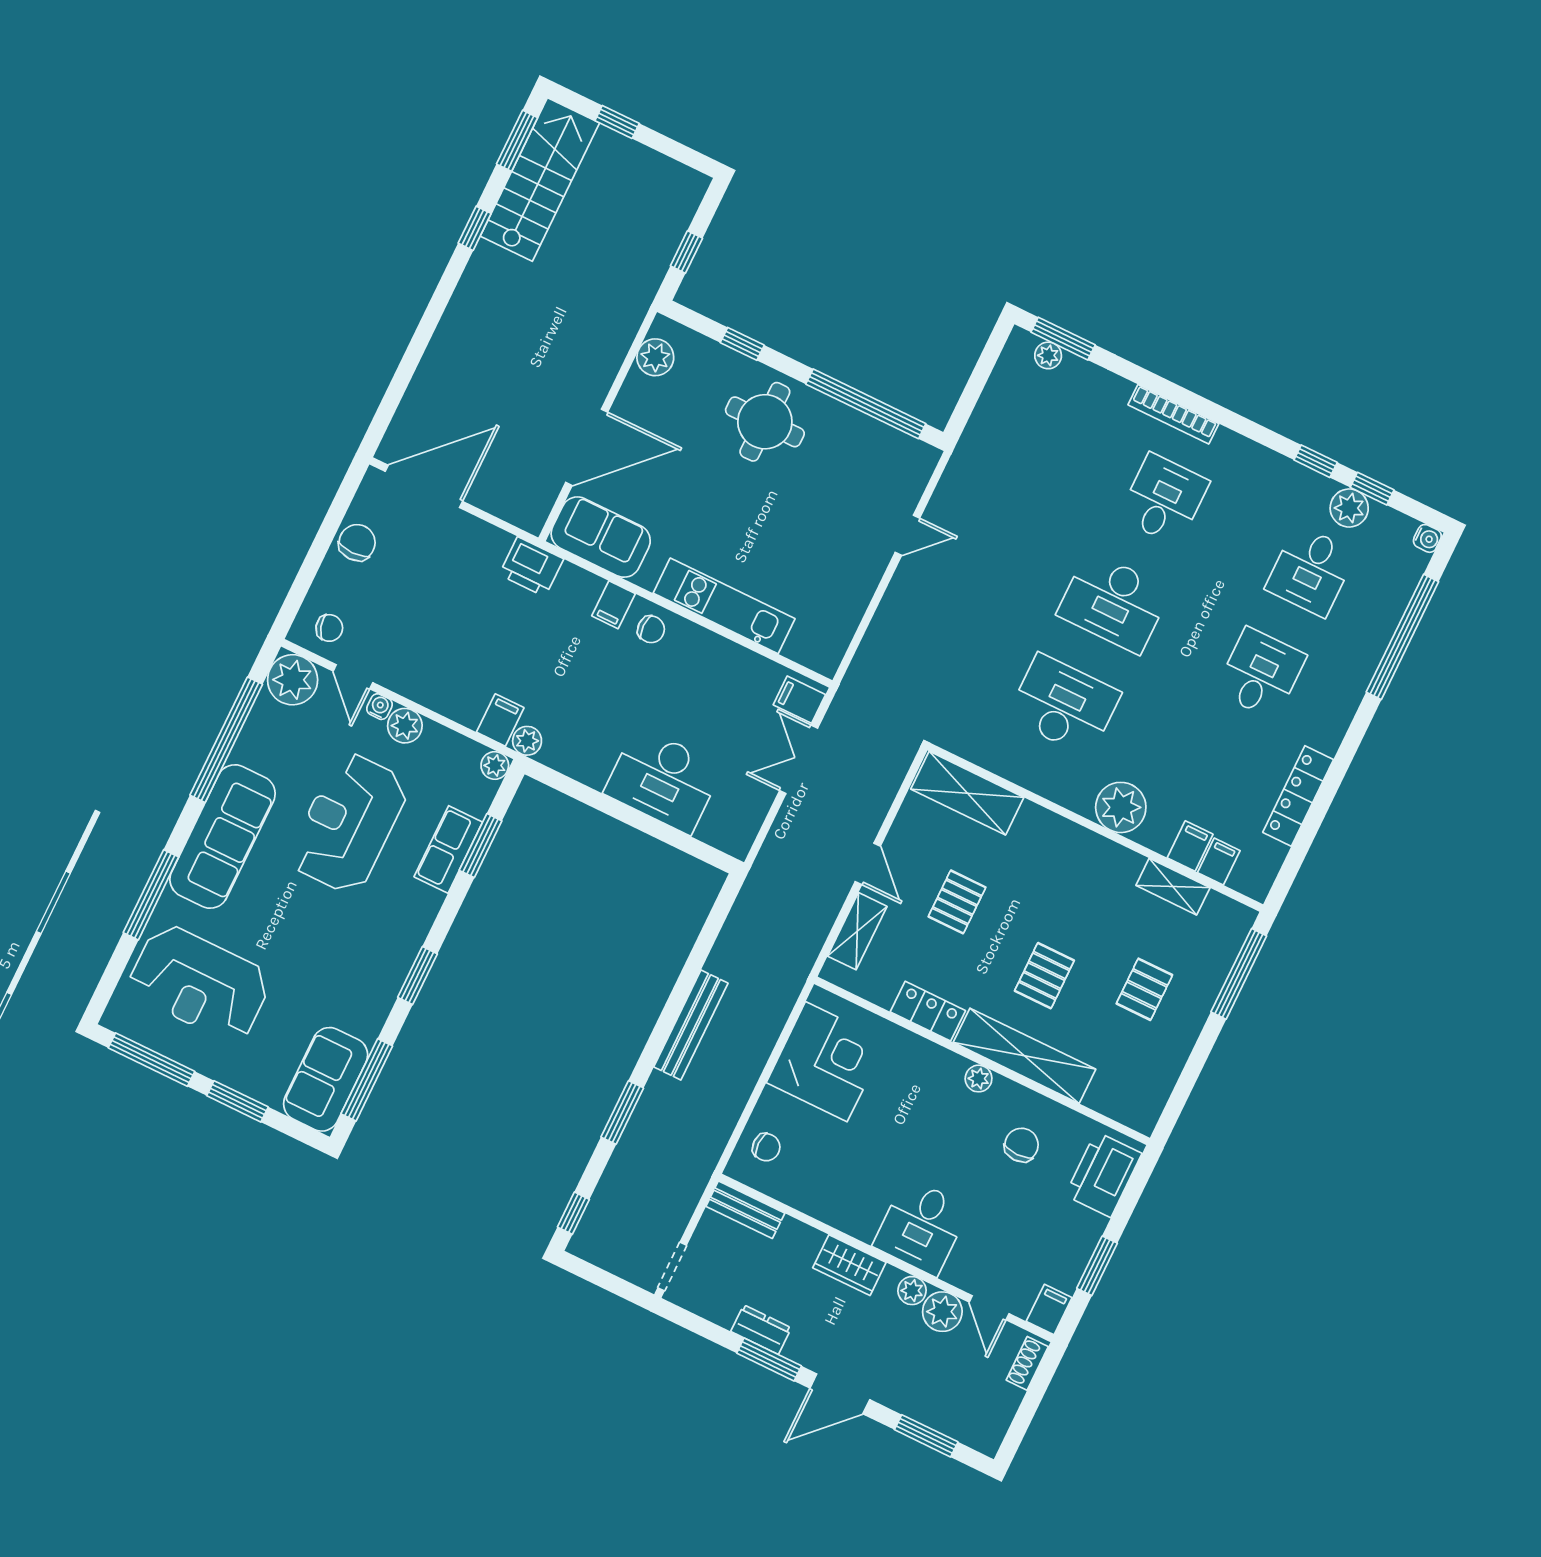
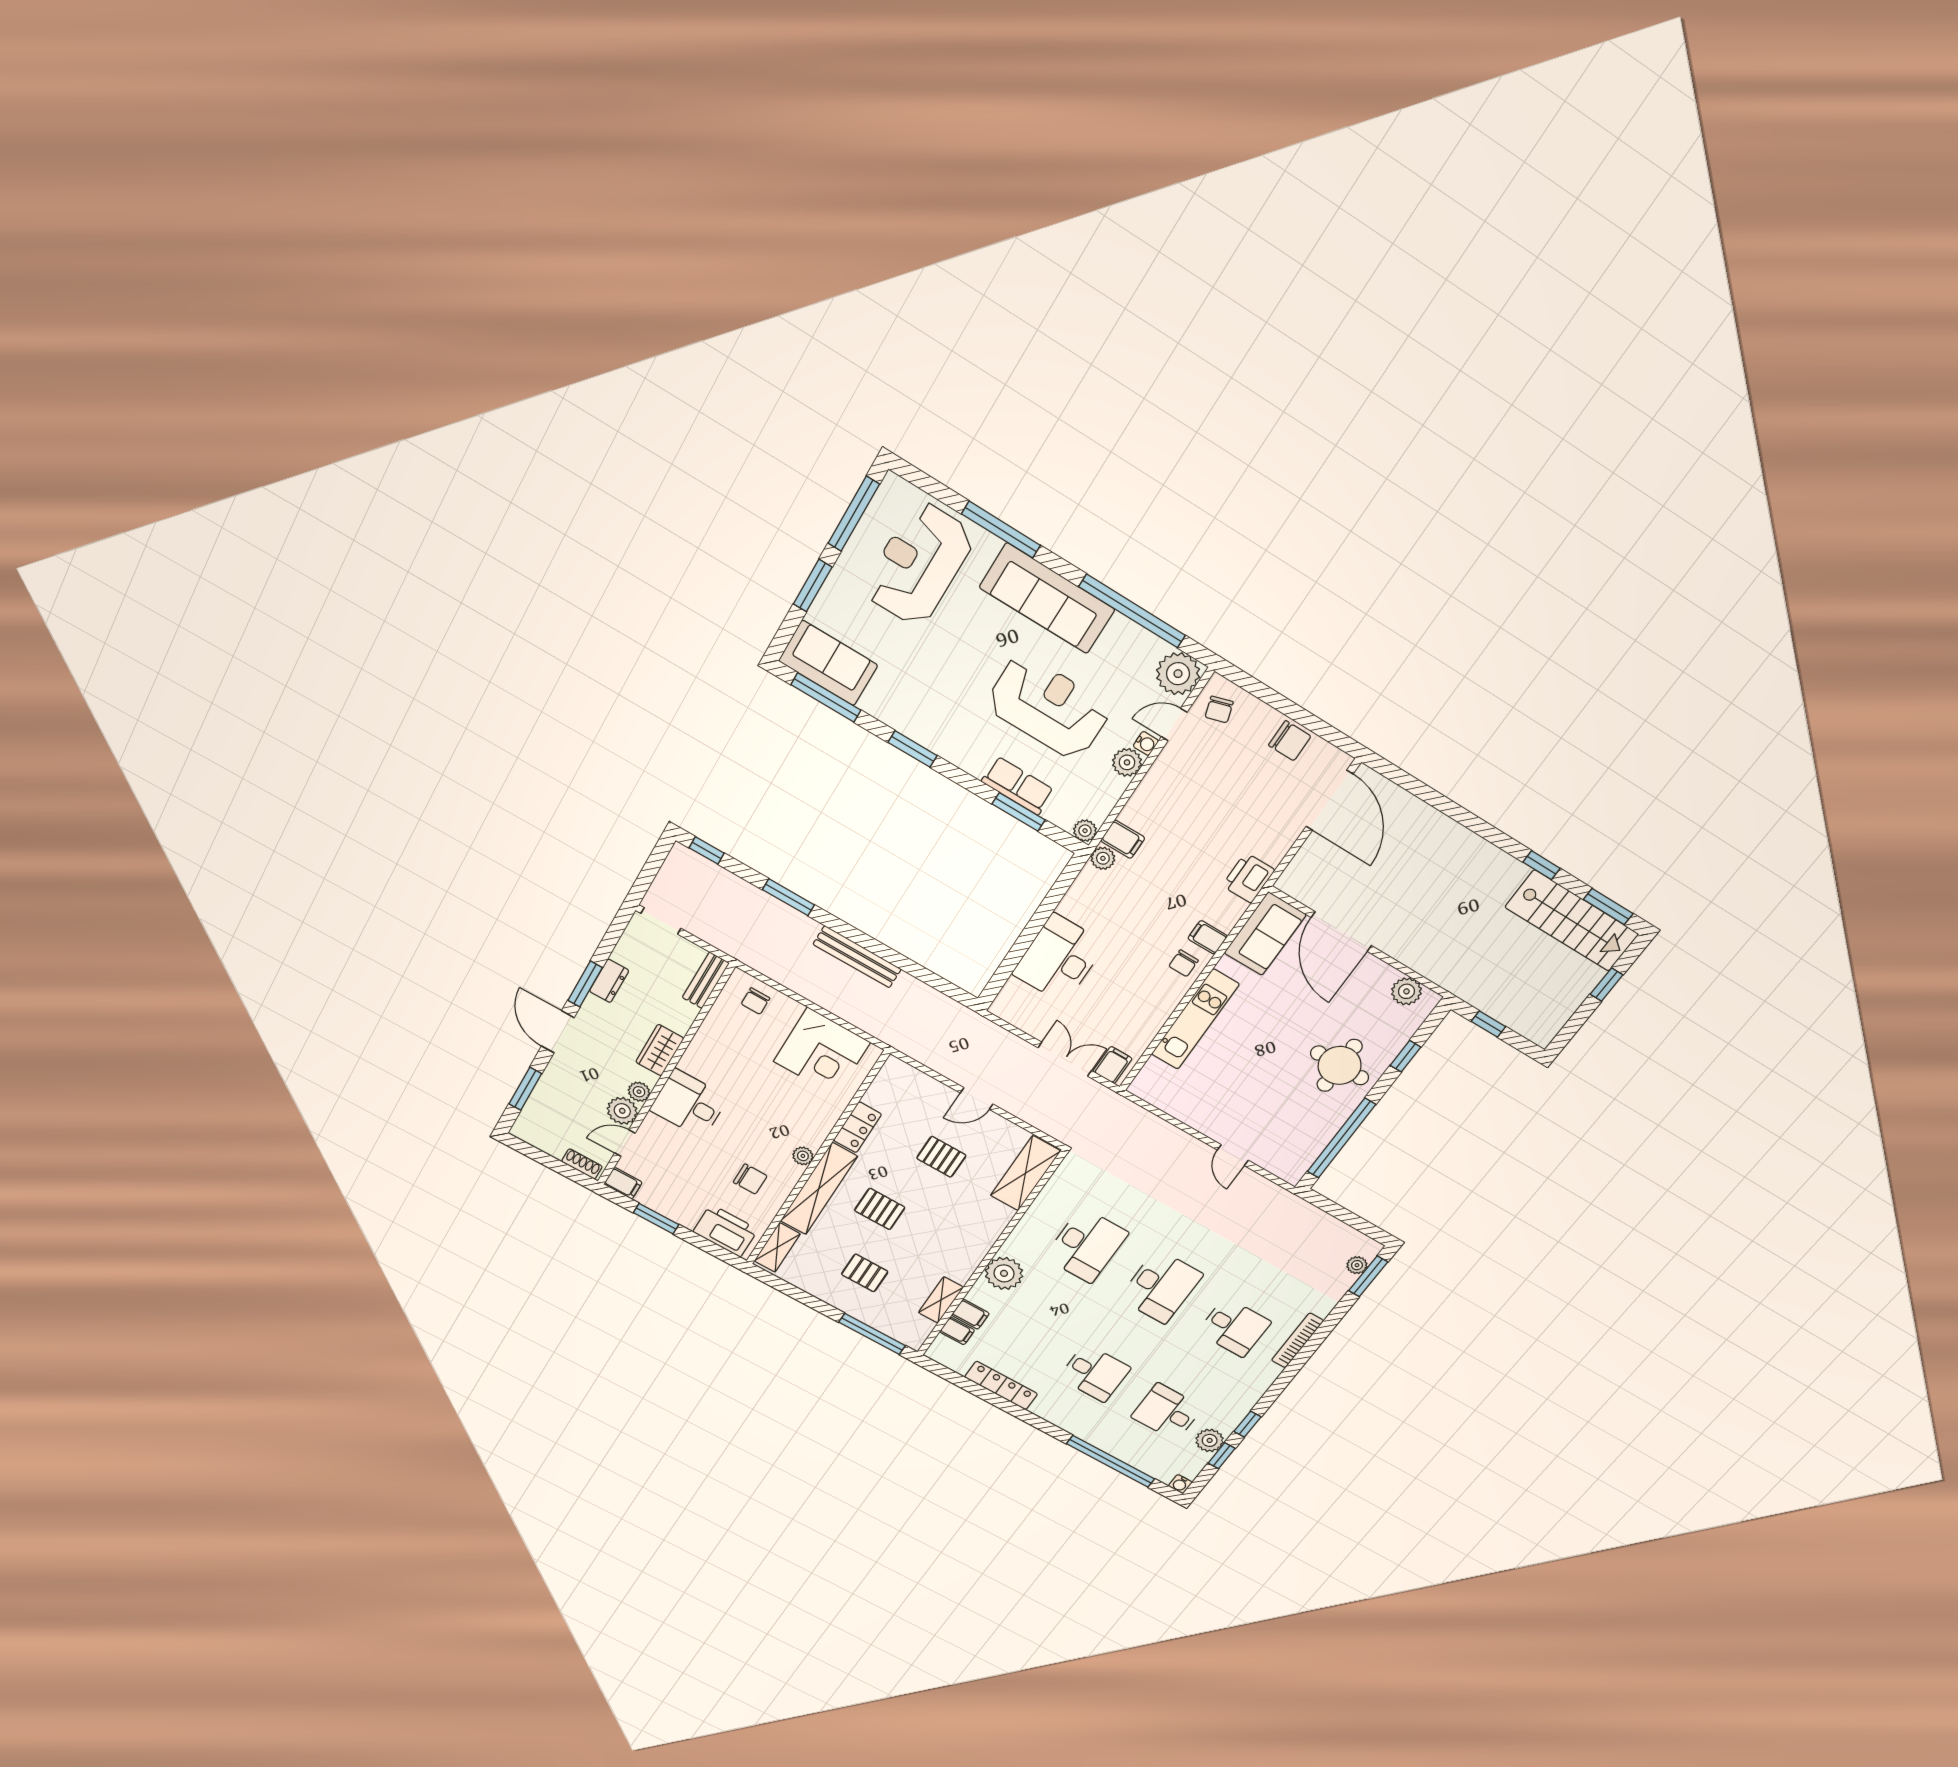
desk: (1114, 602) -> (1161, 1286), turned 180
shelving: (857, 931) -> (777, 1247), moved, turned 90

